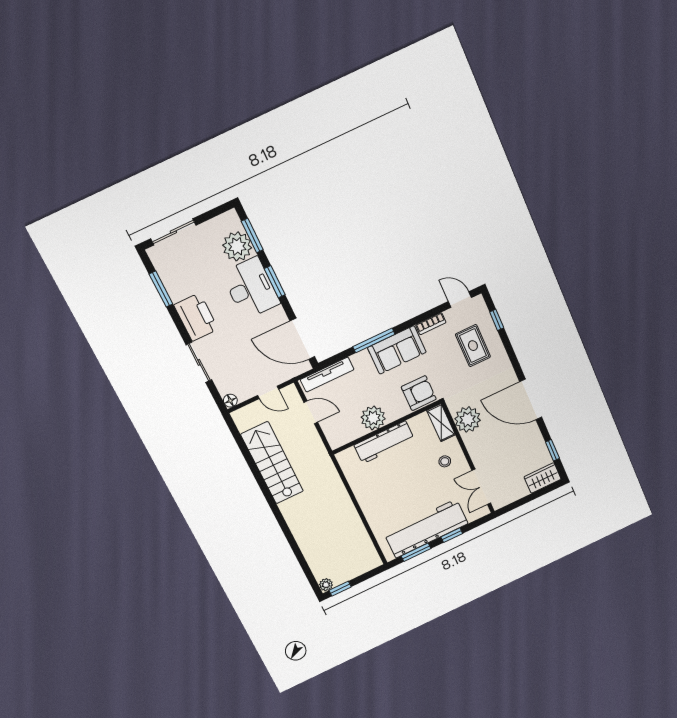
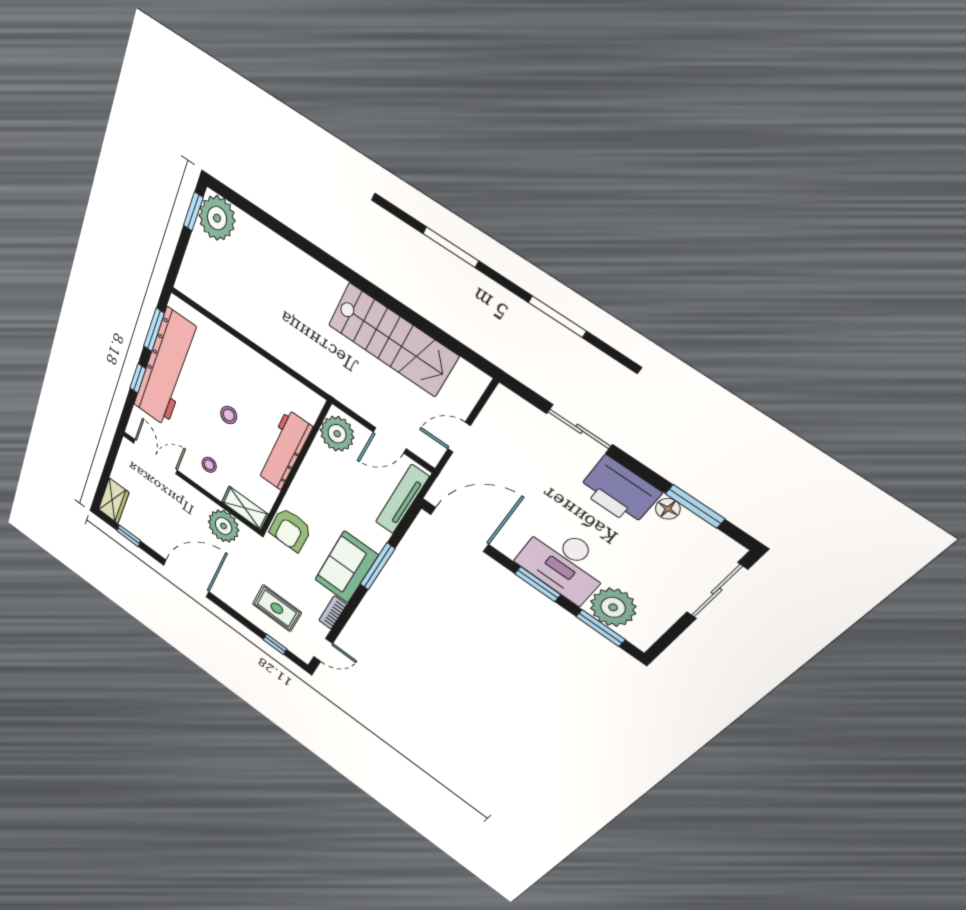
floor lamp: (230, 401) -> (668, 509), moved
plant: (373, 418) -> (337, 434), moved
stool: (405, 481) -> (229, 415), added
plant: (326, 585) -> (217, 218), width x1.87, depth x1.87

